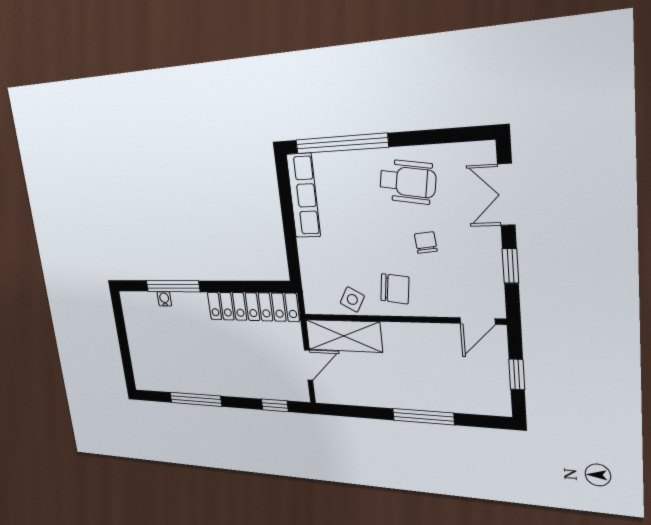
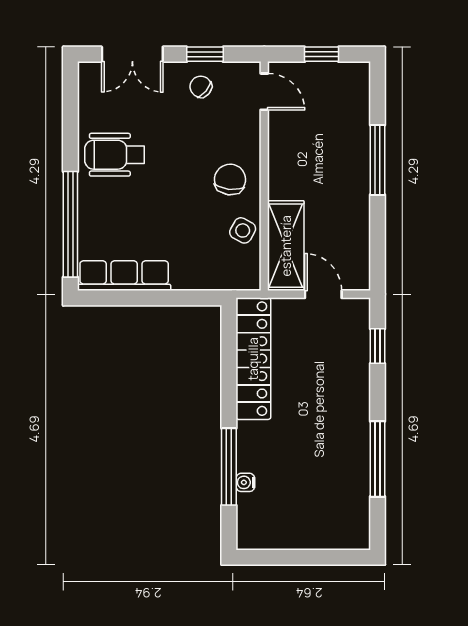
wheelchair: (408, 182) -> (115, 155), turned -99
chair: (426, 243) -> (201, 87), moved, turned 46

